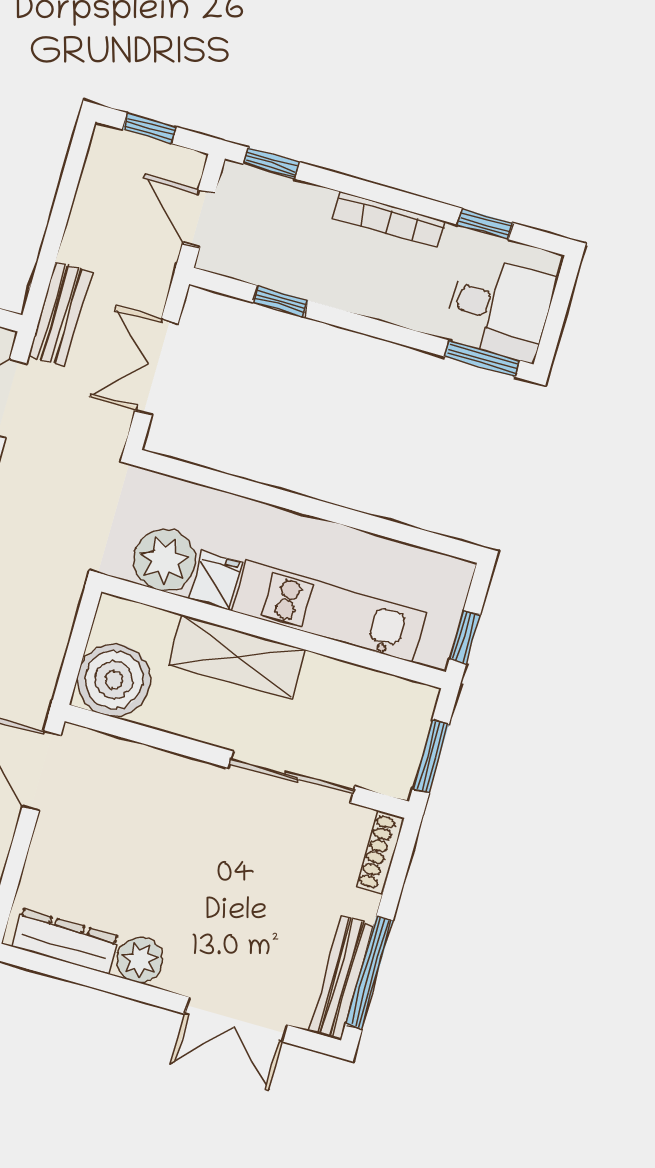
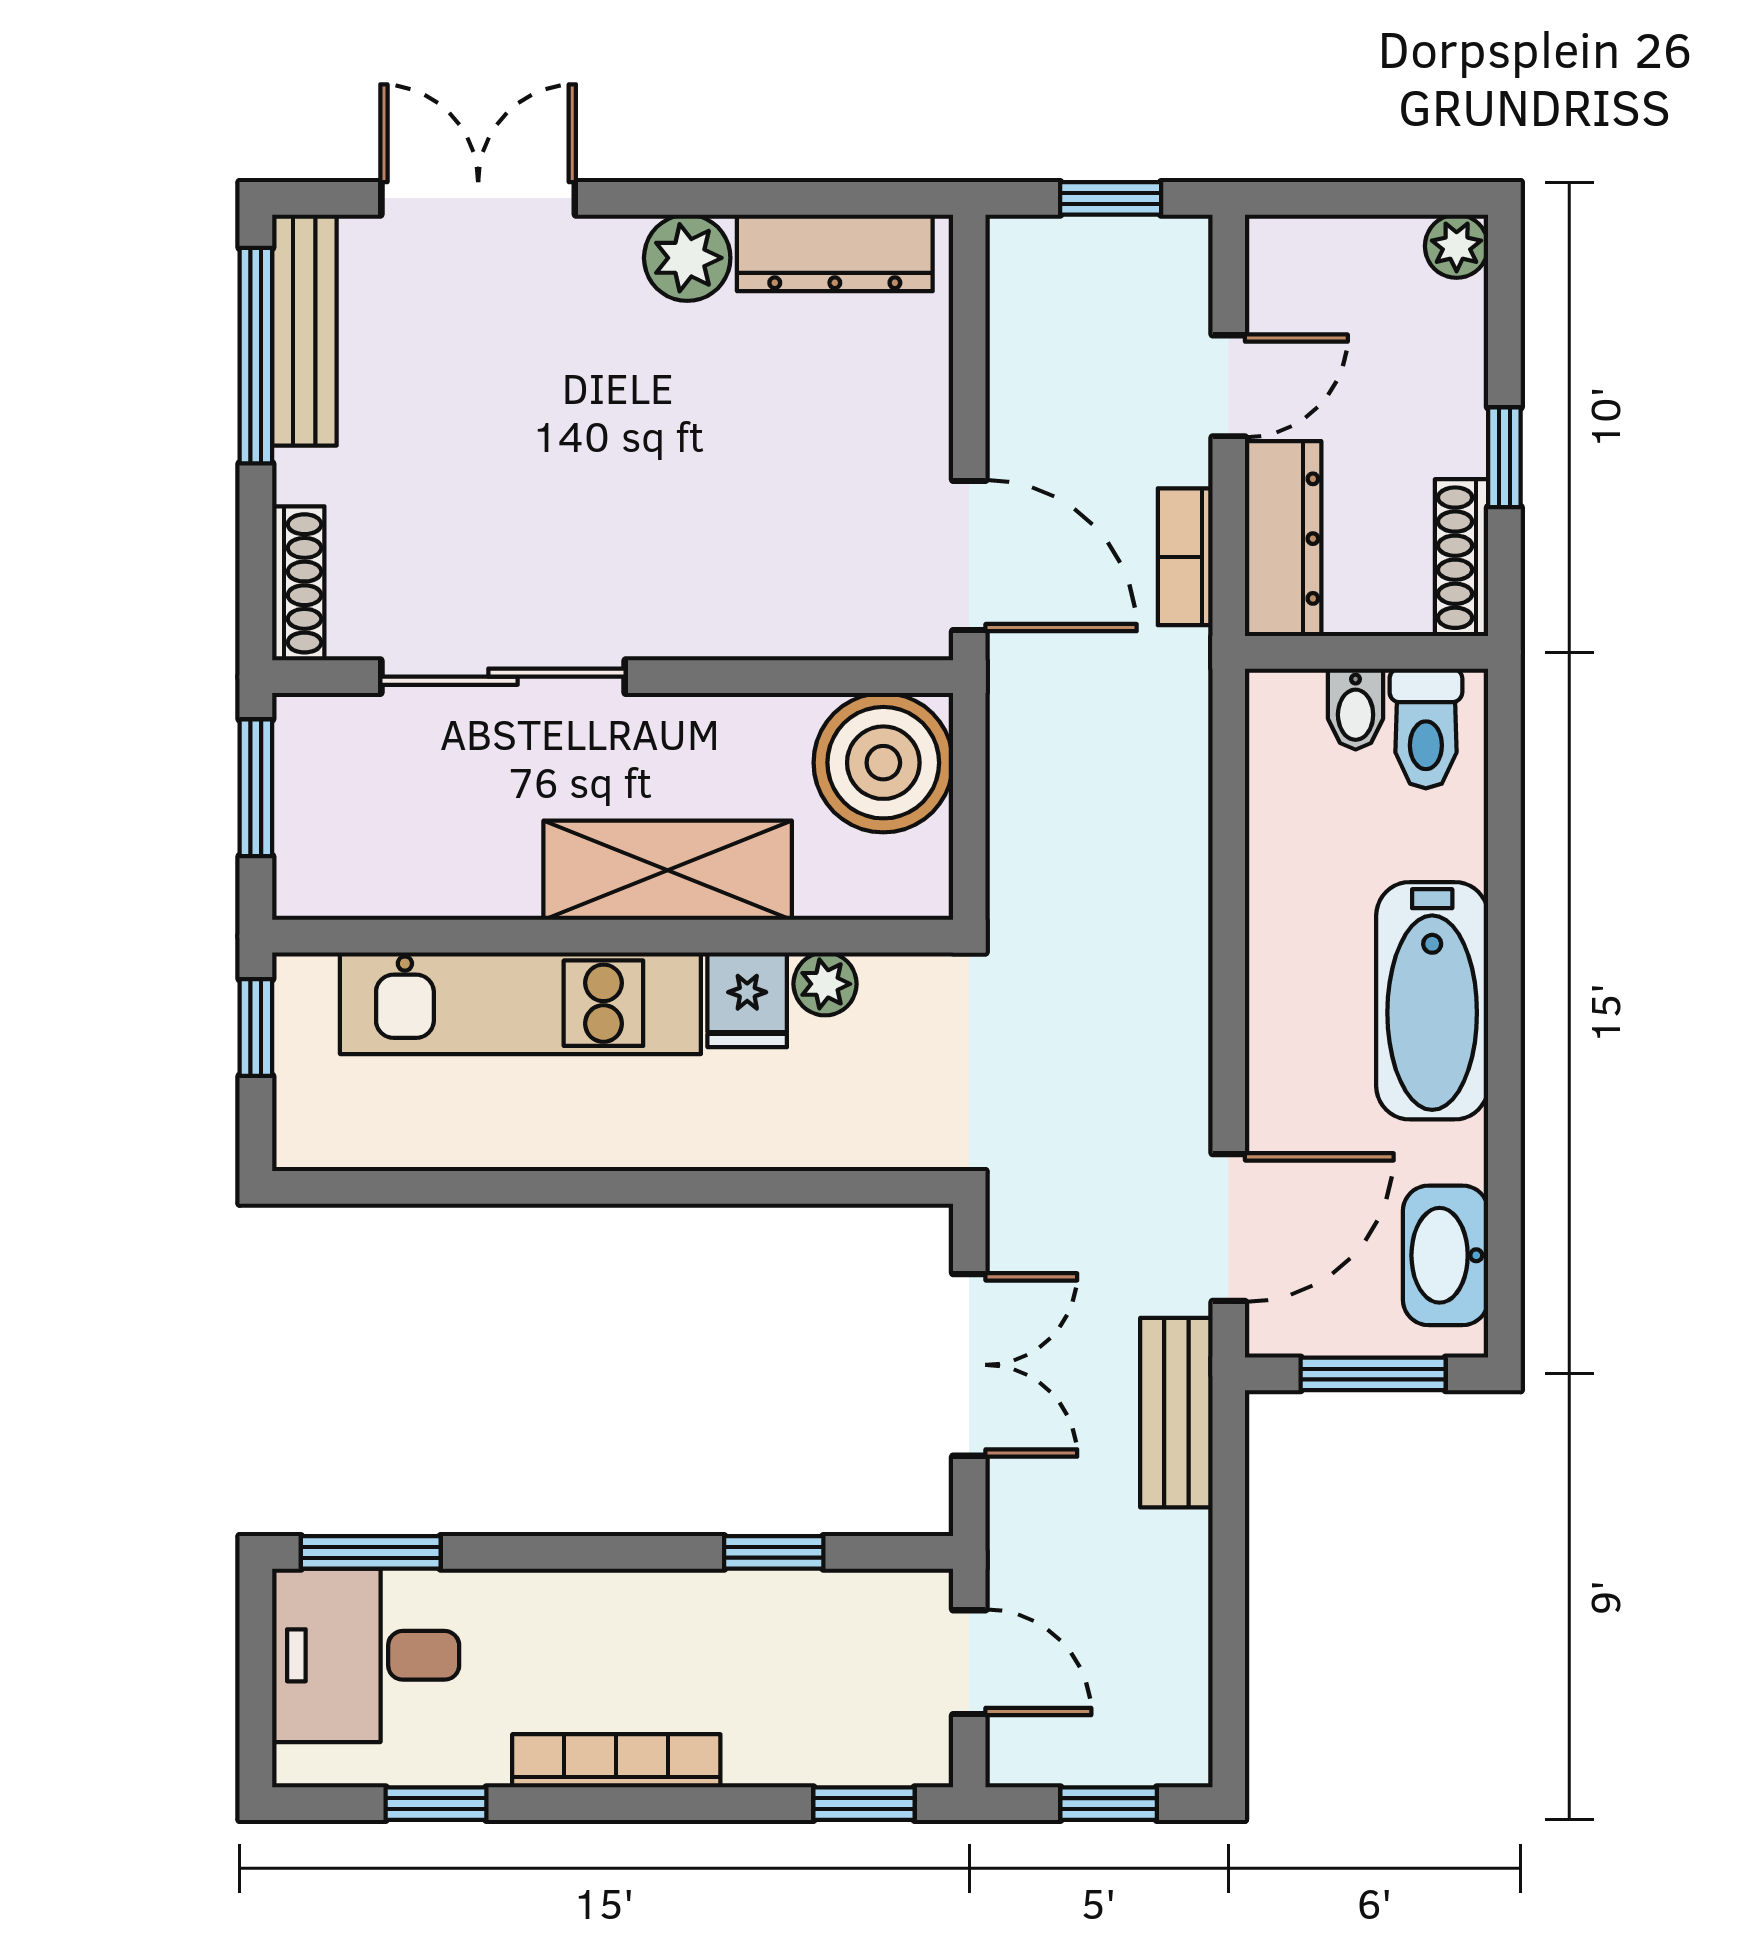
plant: (165, 560) -> (825, 984), width x0.53, depth x0.53

